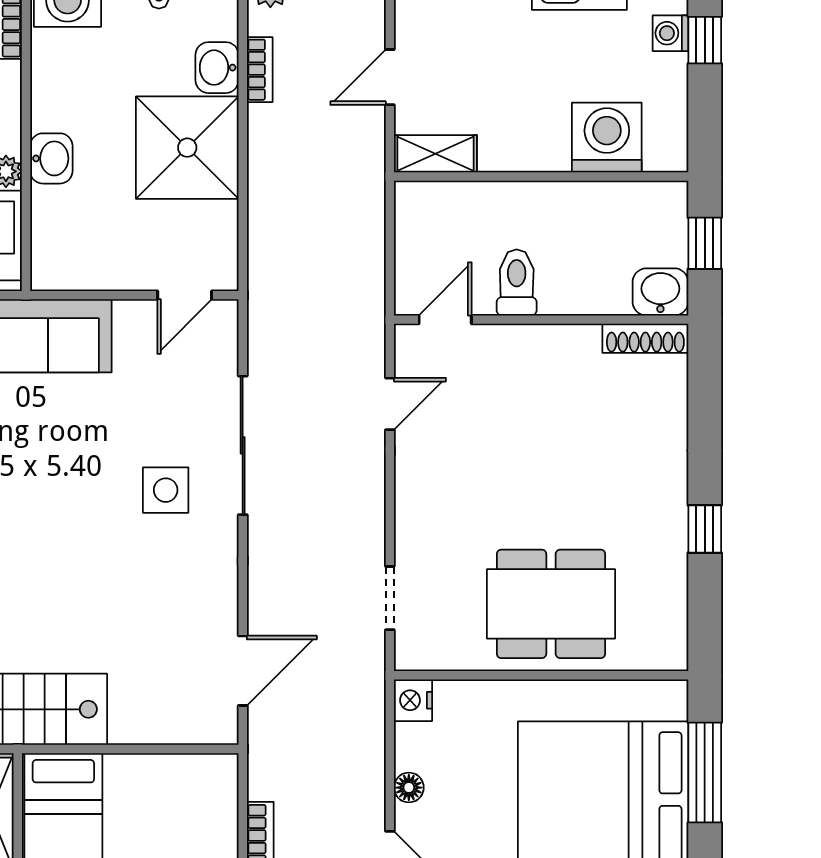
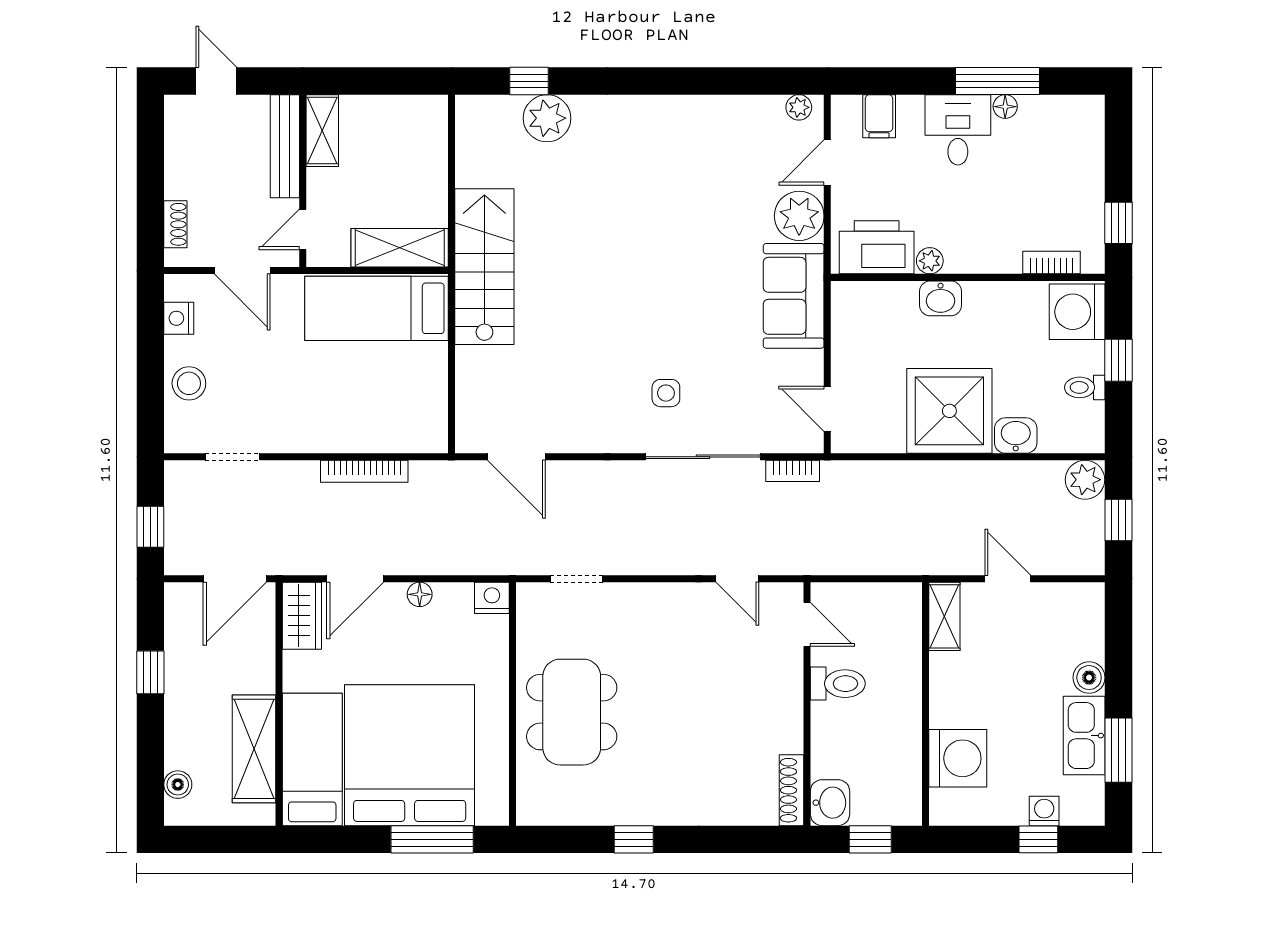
bookcase: (260, 70) -> (793, 471), moved
side table: (166, 490) -> (666, 393), width x0.73, depth x0.73

